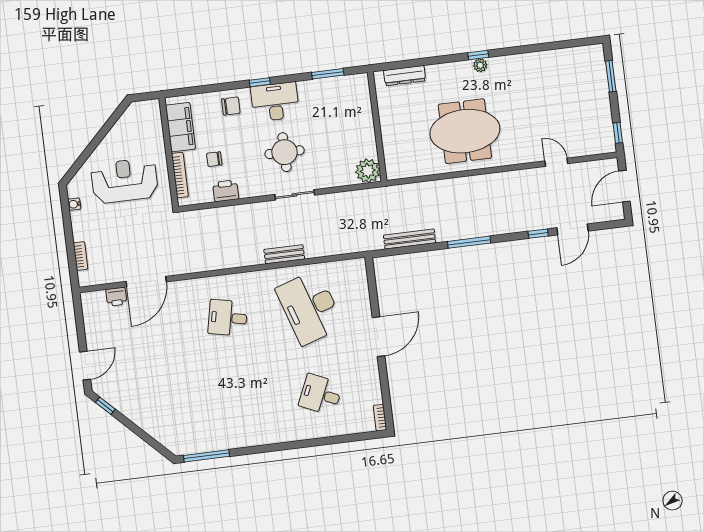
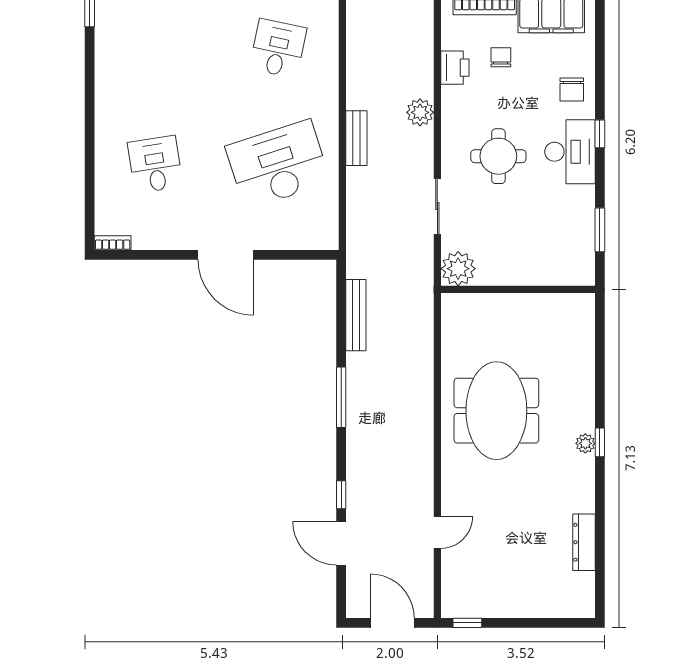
dresser: (405, 76) -> (584, 542), moved
window: (611, 76) -> (548, 623), removed
sliding door: (295, 195) -> (437, 206), moved
plant: (260, 212) -> (420, 112), added
desk: (321, 394) -> (155, 164), turned -33

